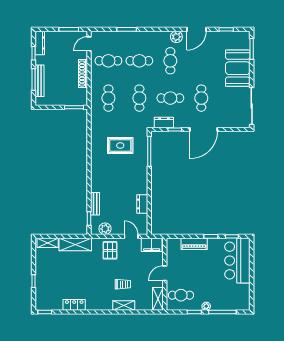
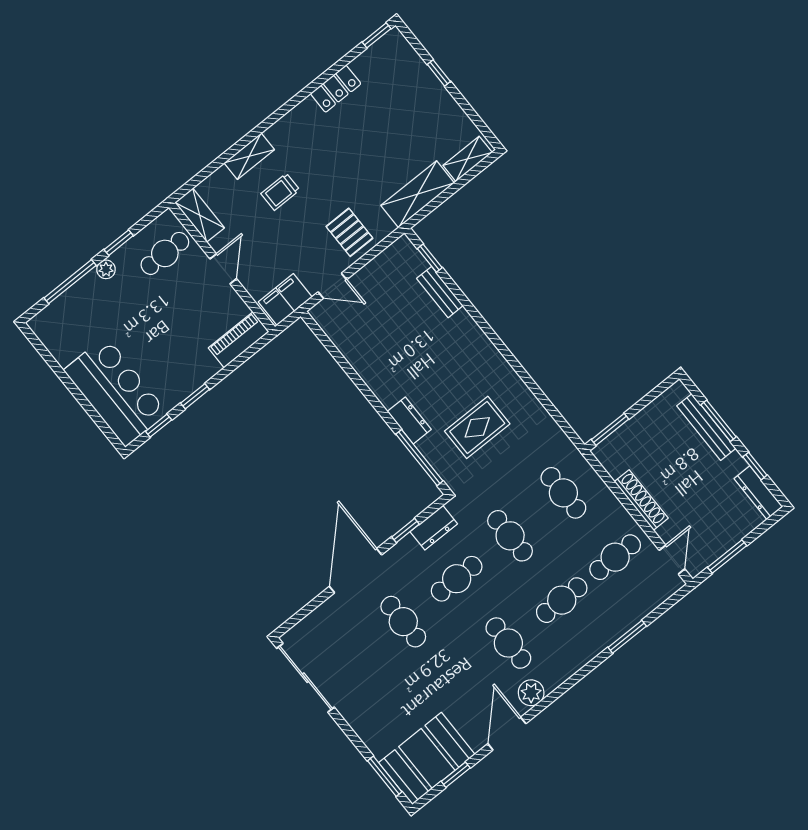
booth: (238, 68) -> (427, 758), moved, turned 90
dresser: (142, 204) -> (409, 420), moved
plant: (105, 229) -> (388, 263), removed
piano: (194, 244) -> (239, 340), moved

